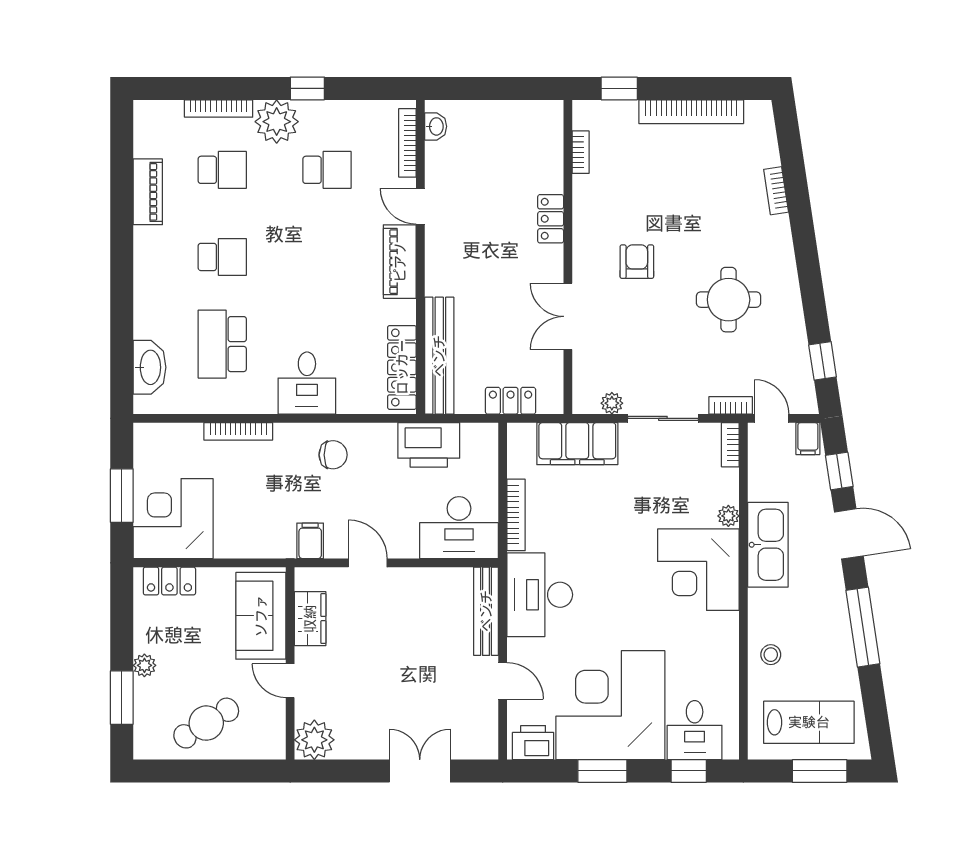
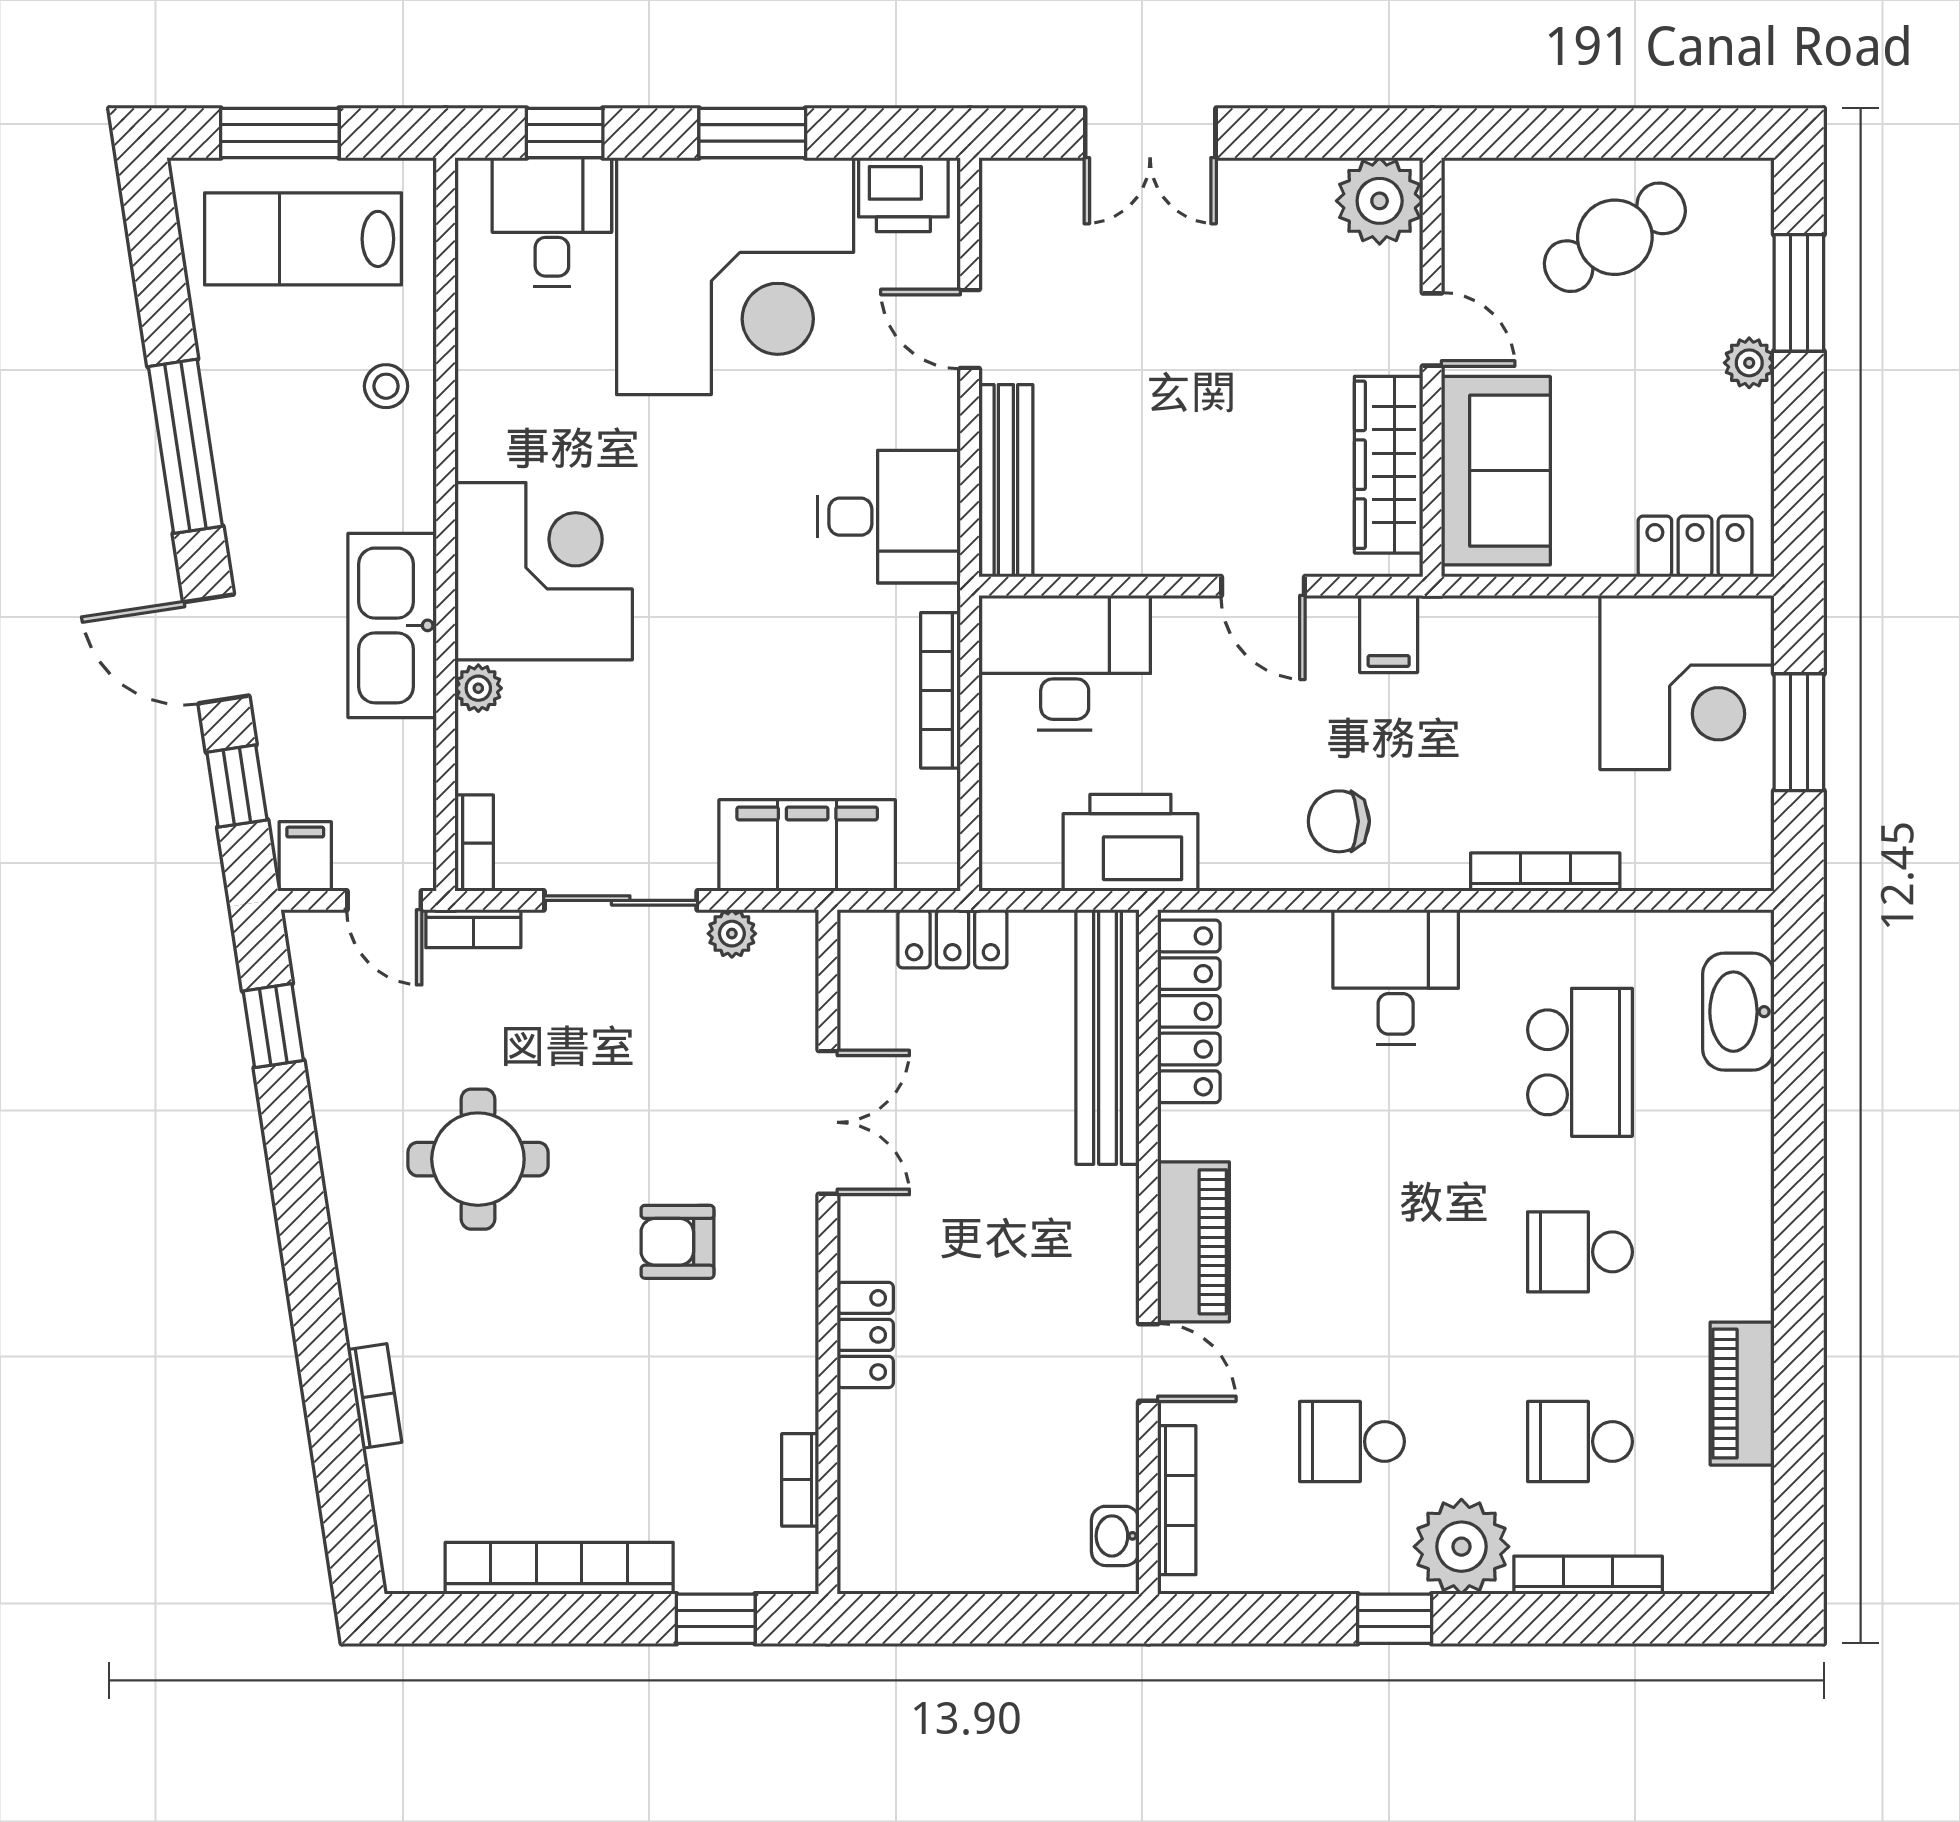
armchair: (637, 262) -> (677, 1242), turned 90
desk: (540, 595) -> (889, 517), width x0.73
wardrobe: (310, 619) -> (1389, 465), width x1.50

